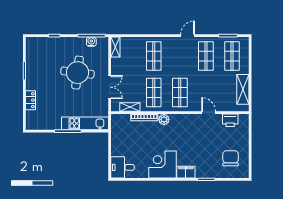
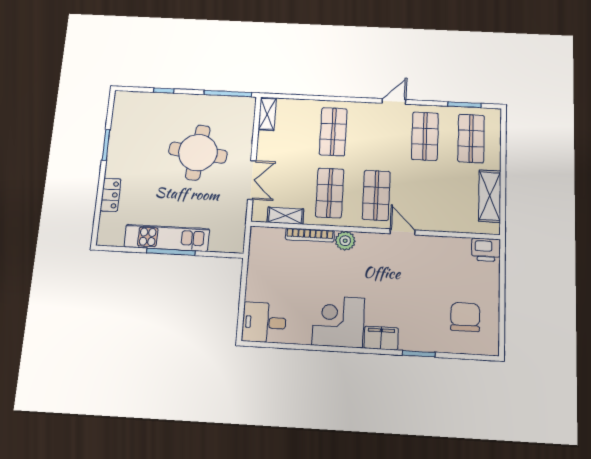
water cooler: (91, 42) -> (226, 103), removed
door: (209, 113) -> (403, 232), moved
printer: (230, 120) -> (486, 250), moved
kitchen unit: (85, 123) -> (167, 238), moved

